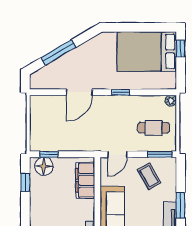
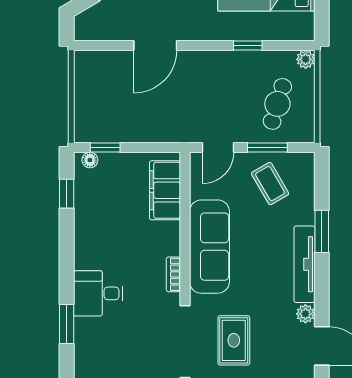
window: (121, 92) -> (248, 45), moved
cafe table: (154, 128) -> (277, 104), turned -73
window: (160, 154) -> (267, 147), moved
floor lamp: (44, 166) -> (90, 160), width x0.53, depth x0.53

